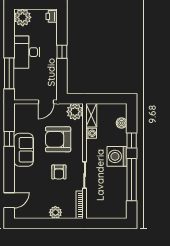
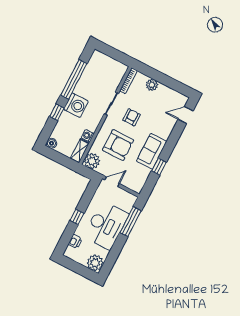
printer: (52, 16) -> (75, 241), moved
desk: (27, 52) -> (106, 225), width x1.36, depth x1.30
boiler: (122, 123) -> (51, 143), moved

